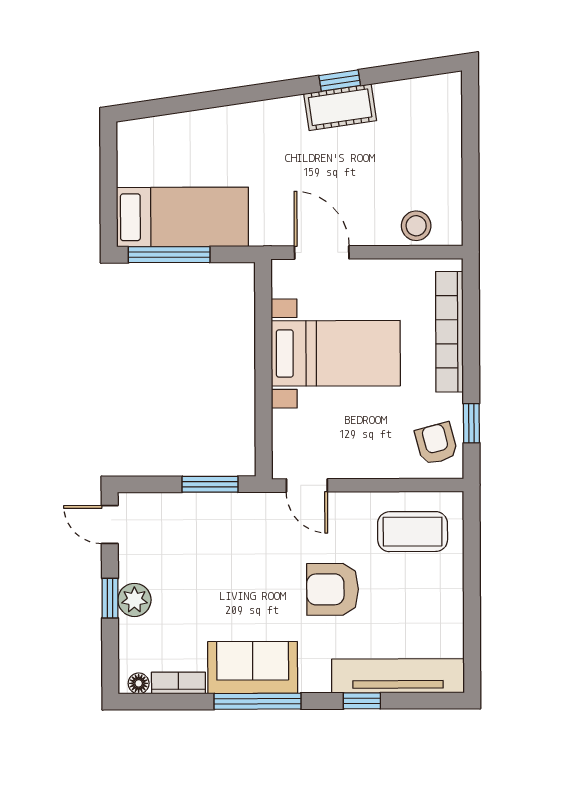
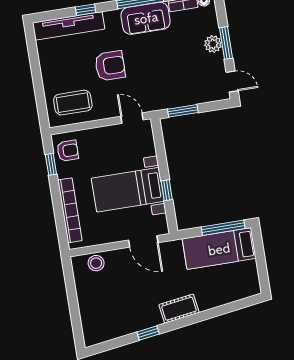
cot: (340, 107) -> (179, 309), moved
window: (263, 341) -> (167, 190), added
armchair: (436, 444) -> (68, 151), turned -75
window: (110, 598) -> (226, 43), width x1.50

